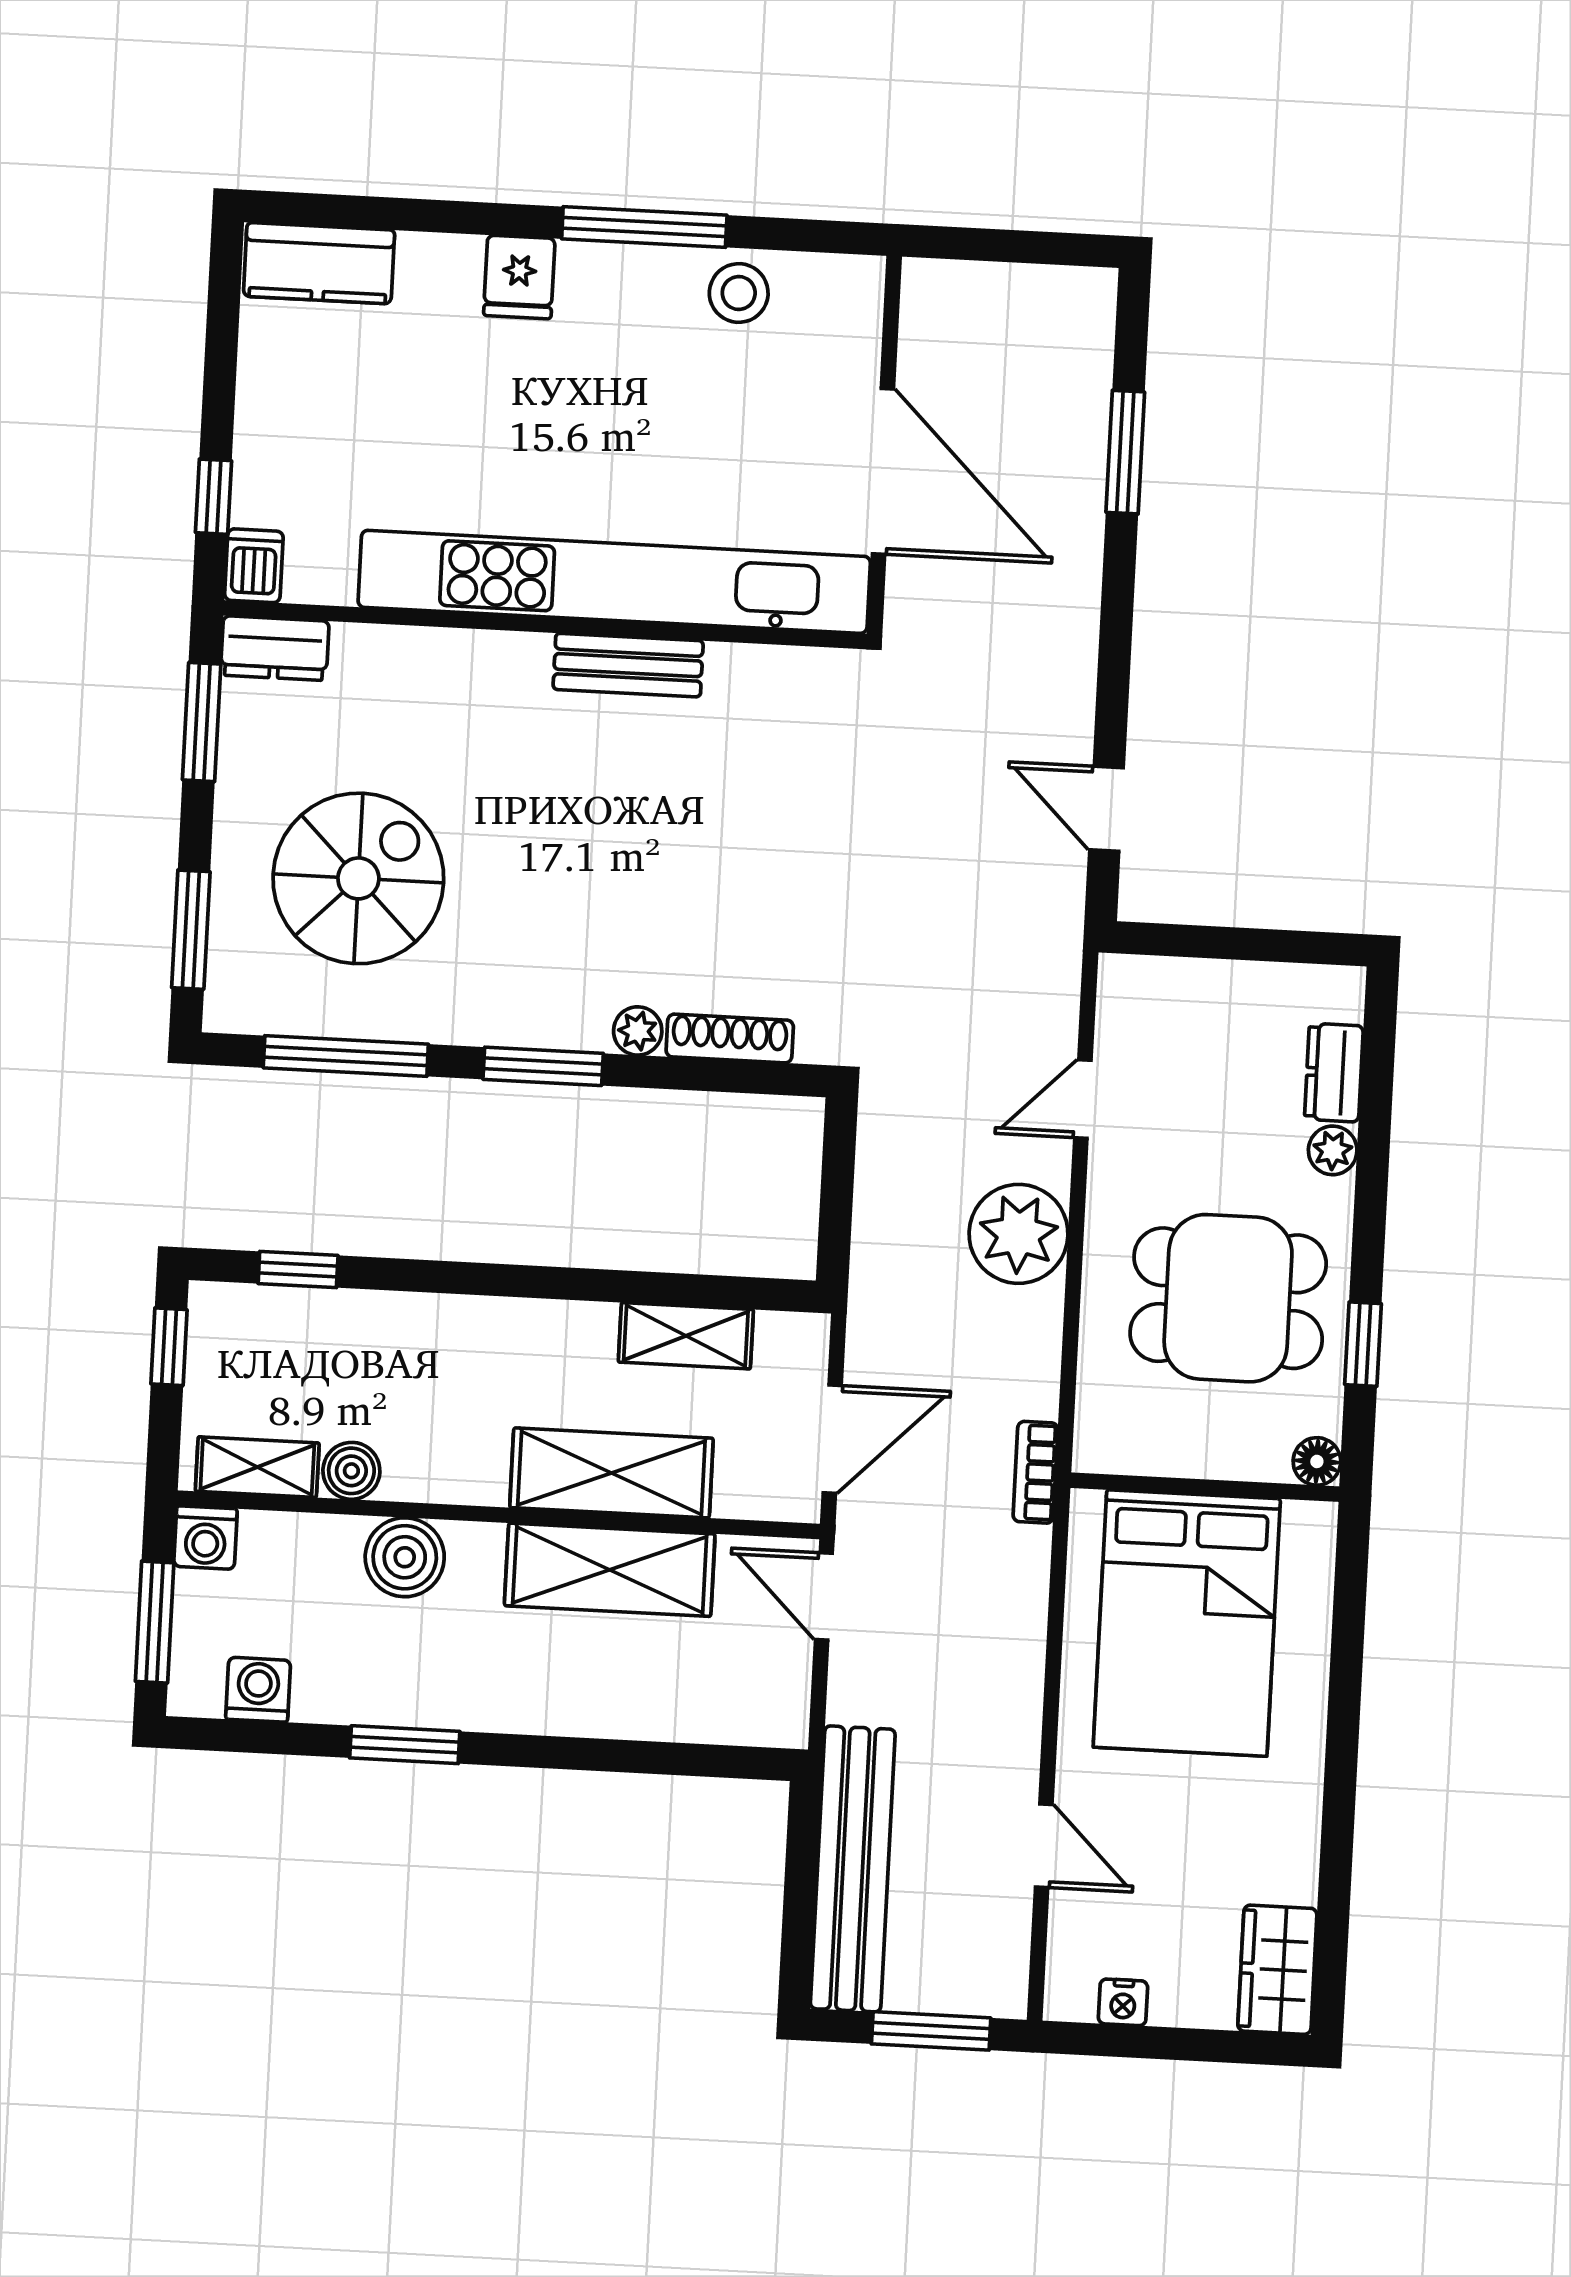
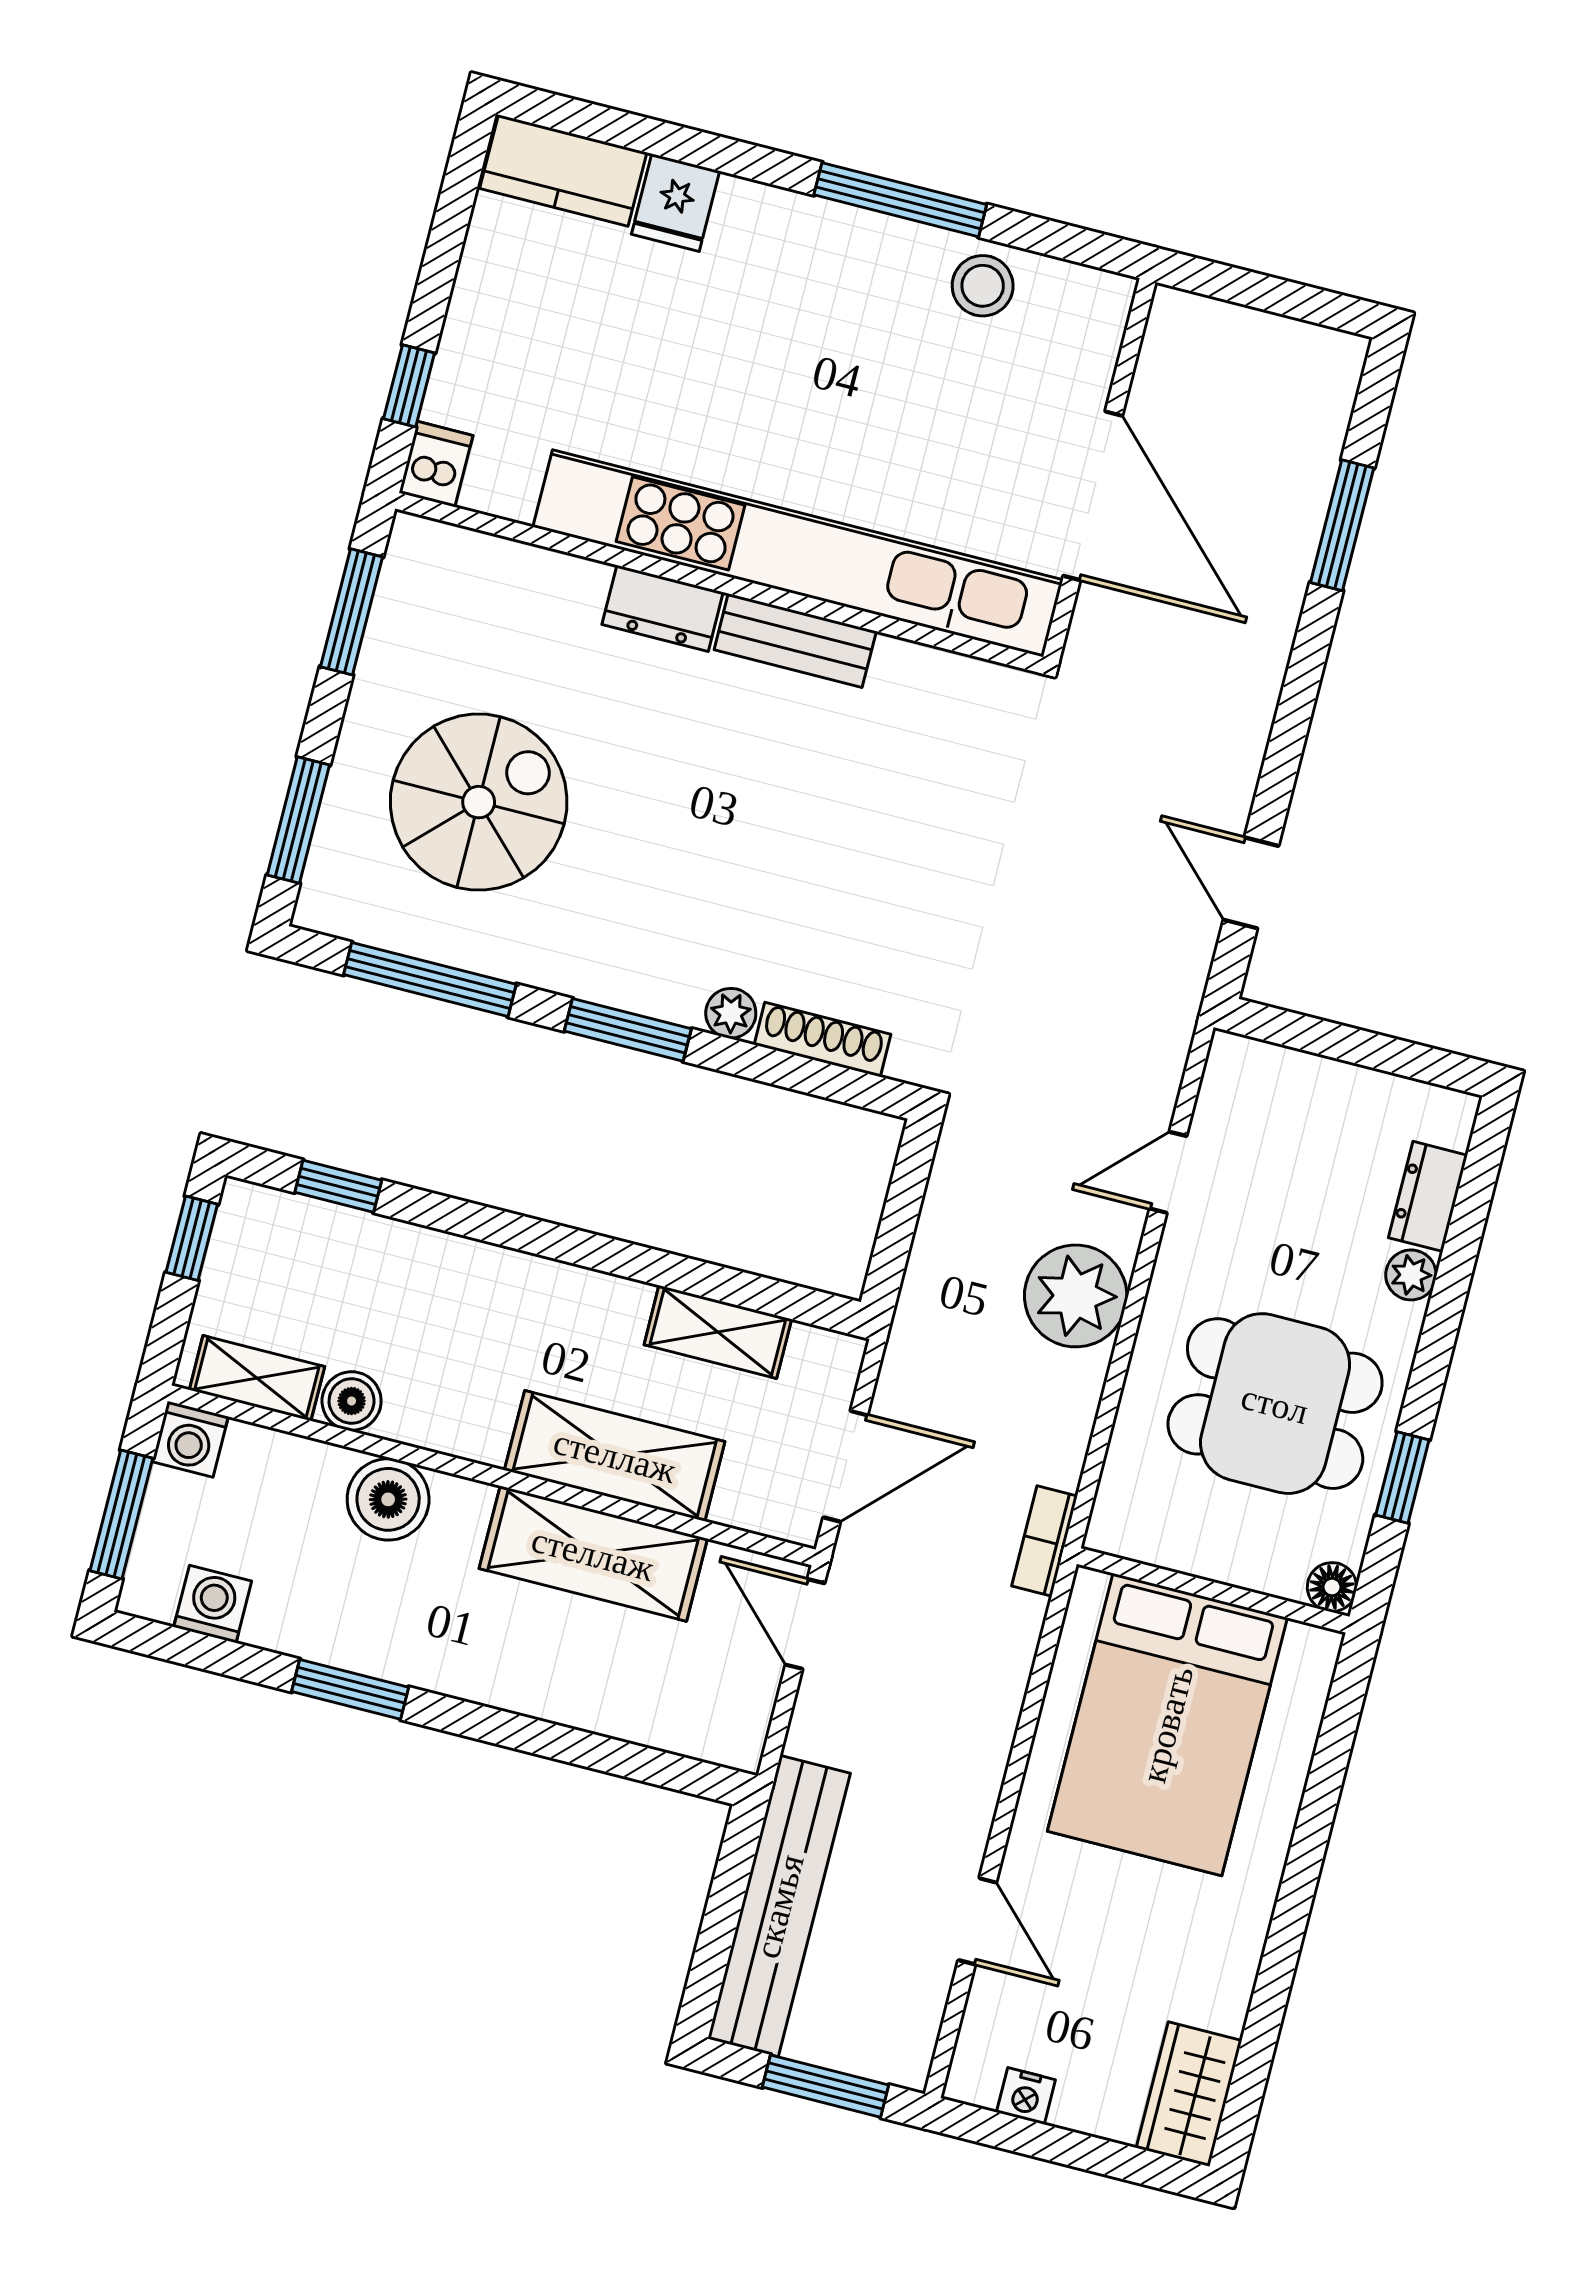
fridge: (519, 277) -> (676, 203), moved
dresser: (275, 648) -> (663, 608), moved

